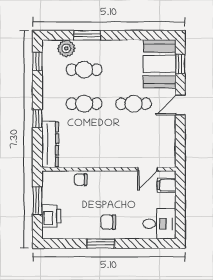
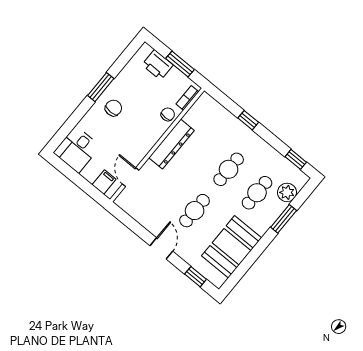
booth: (160, 64) -> (232, 247), moved, turned 90
dresser: (50, 144) -> (172, 144), moved, turned -90
bookcase: (57, 175) -> (187, 98), added

